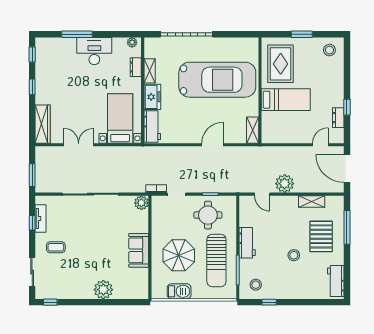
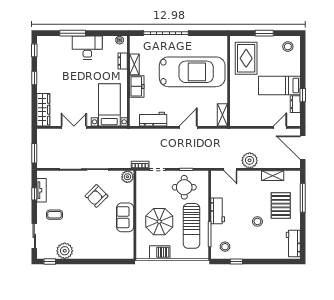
bed: (286, 100) -> (279, 85), moved, turned 180
workbench: (152, 126) -> (153, 119), moved, turned -90
armchair: (105, 225) -> (96, 196), added
plant: (103, 290) -> (65, 251), moved

